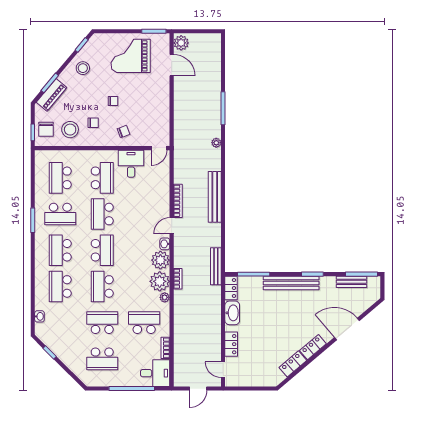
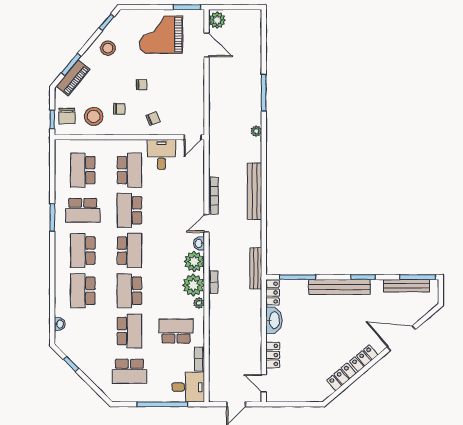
bench: (351, 282) -> (406, 286), width x1.36
school desk: (102, 323) -> (129, 331), turned 90

